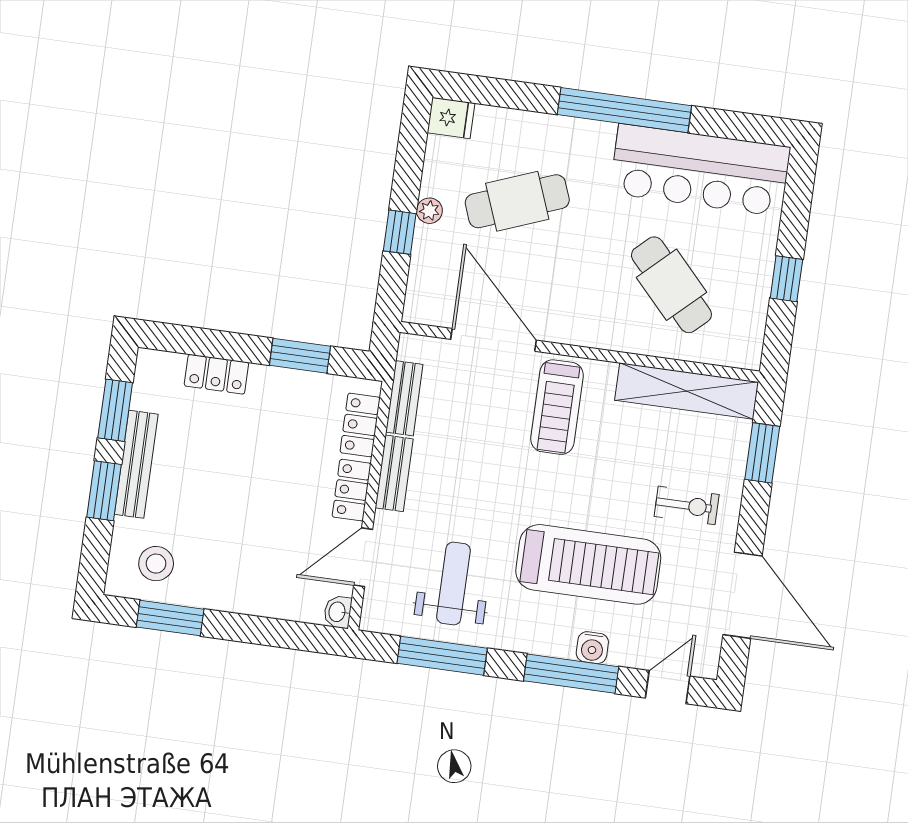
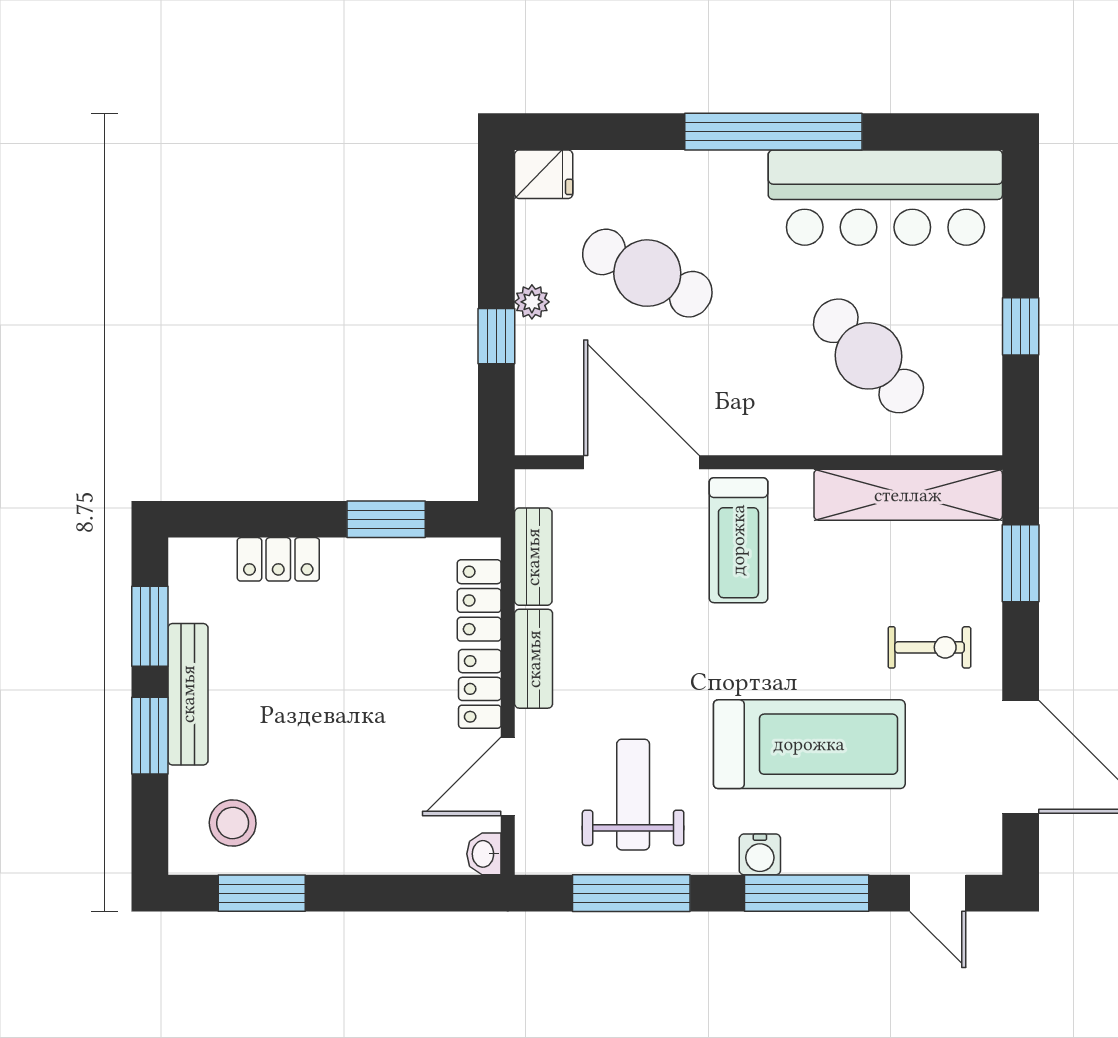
cafe table: (517, 201) -> (647, 273), turned 47
water cooler: (592, 648) -> (760, 854), moved
door: (668, 687) -> (938, 893), swing flipped

